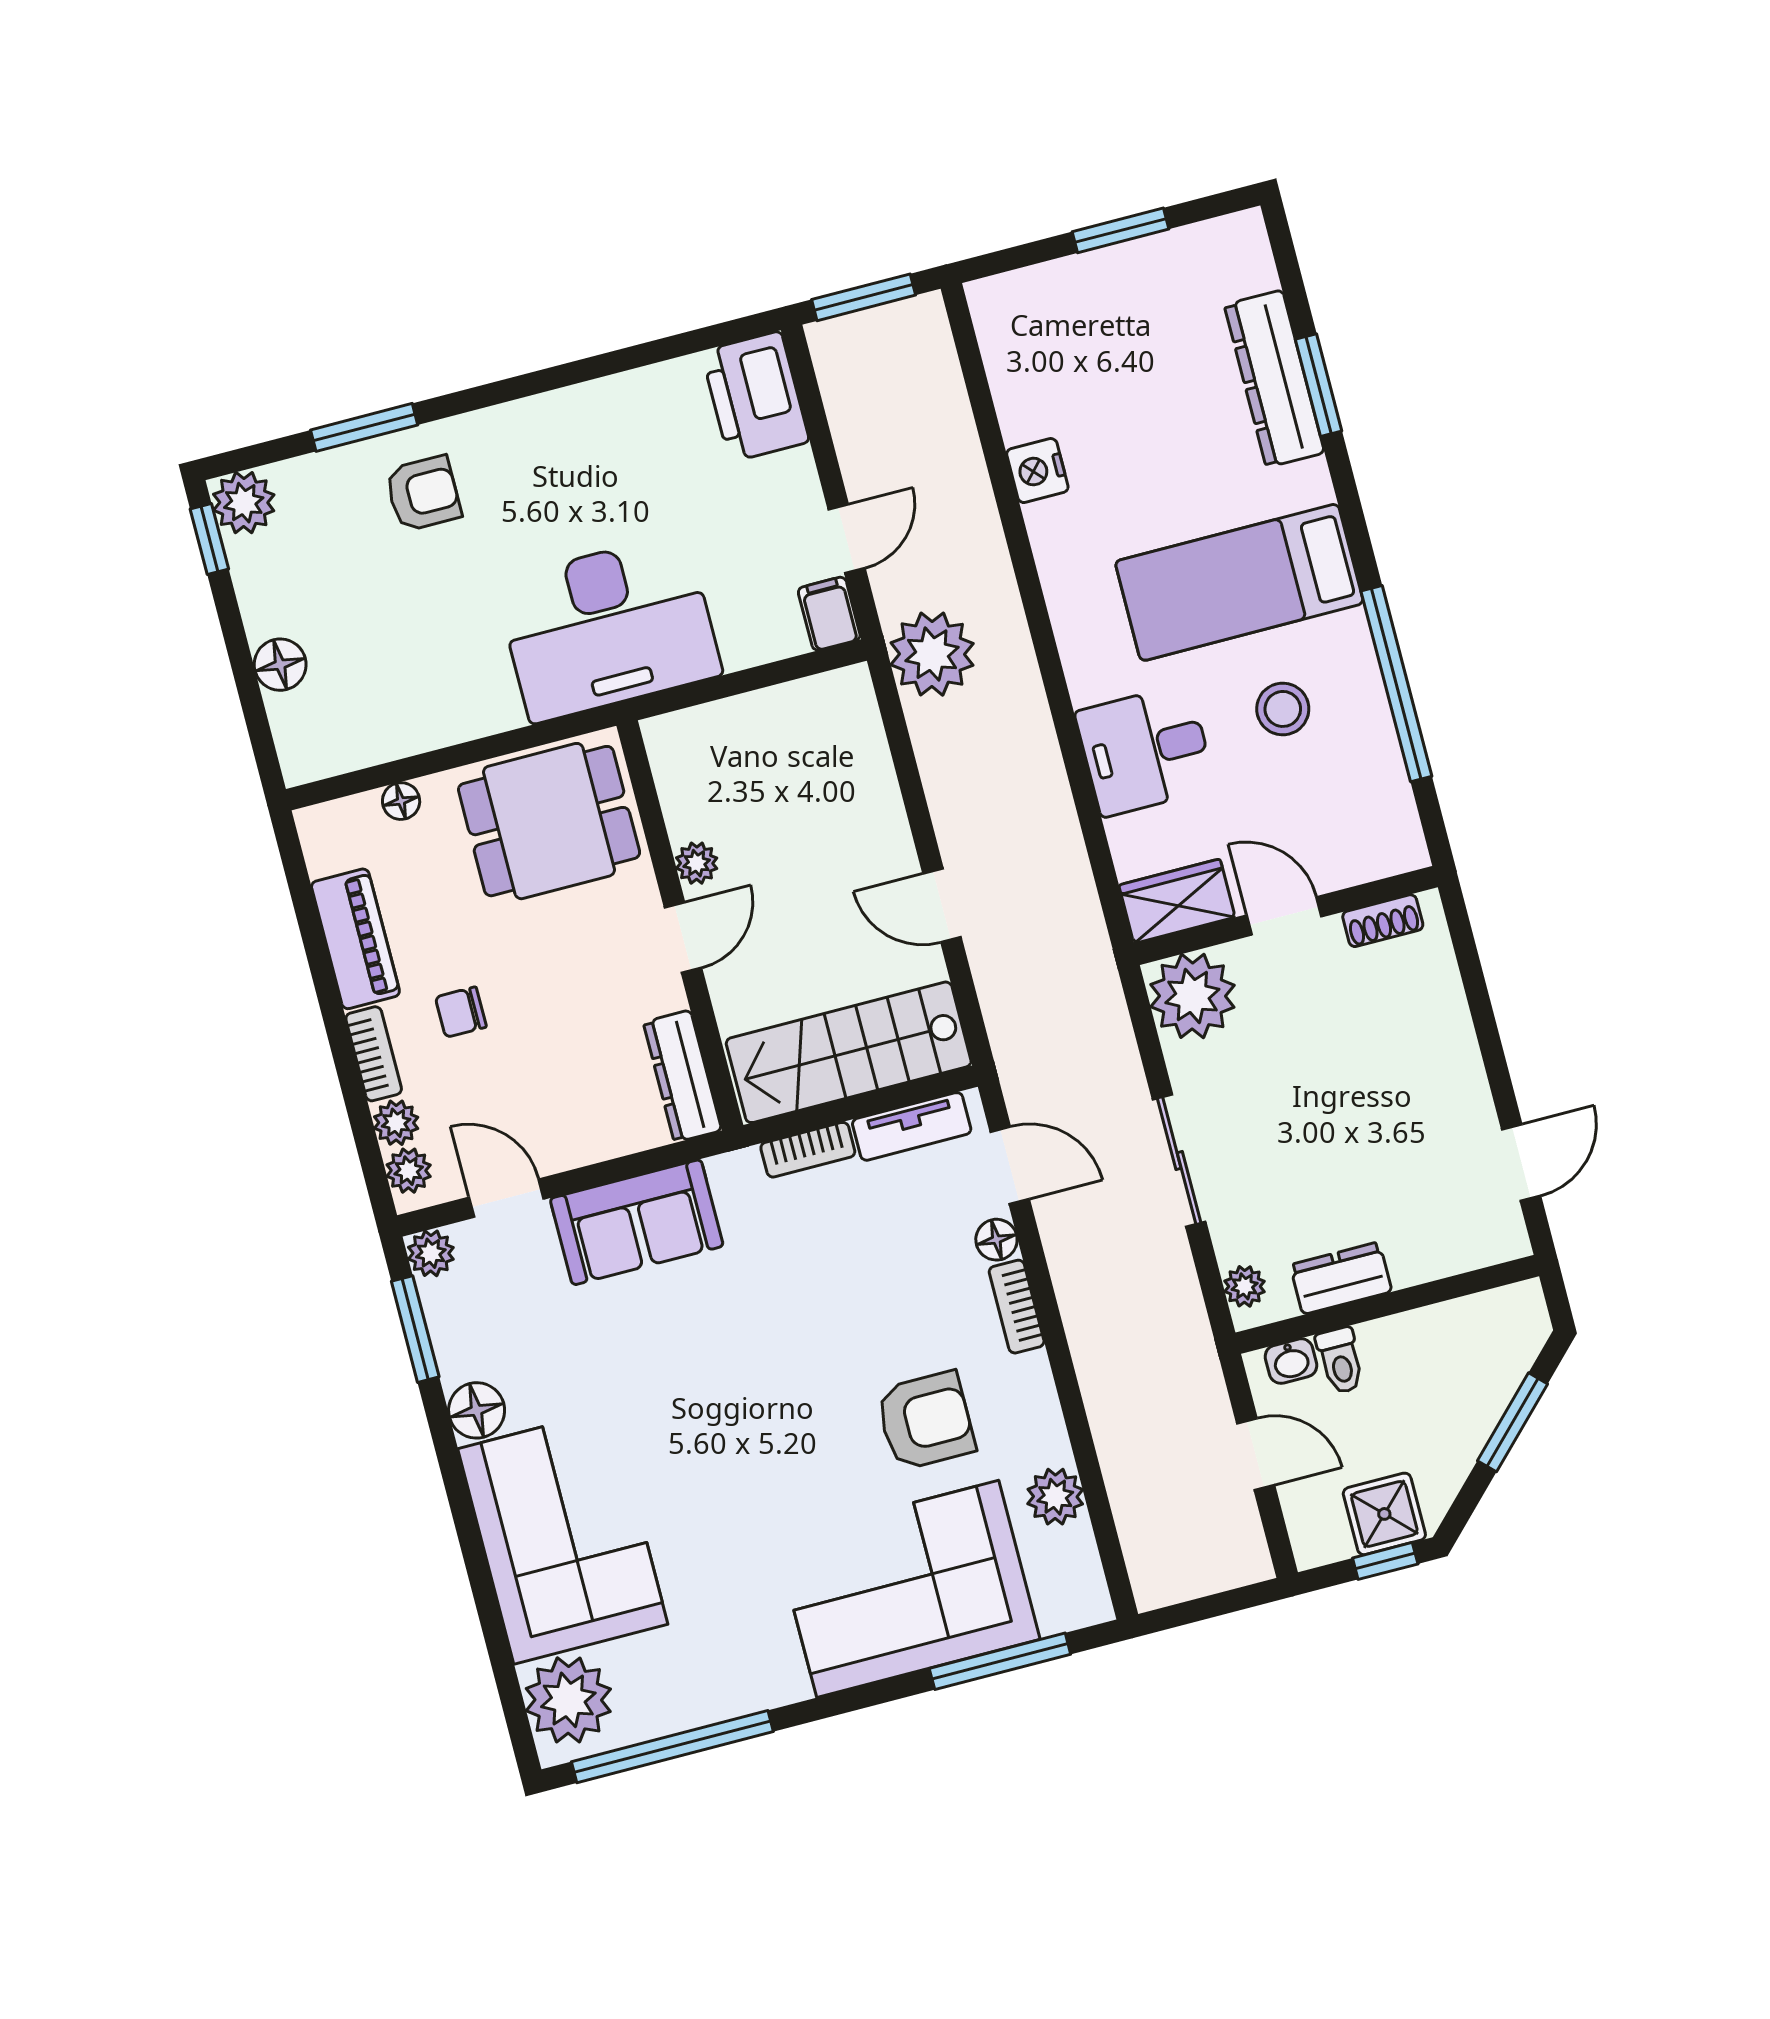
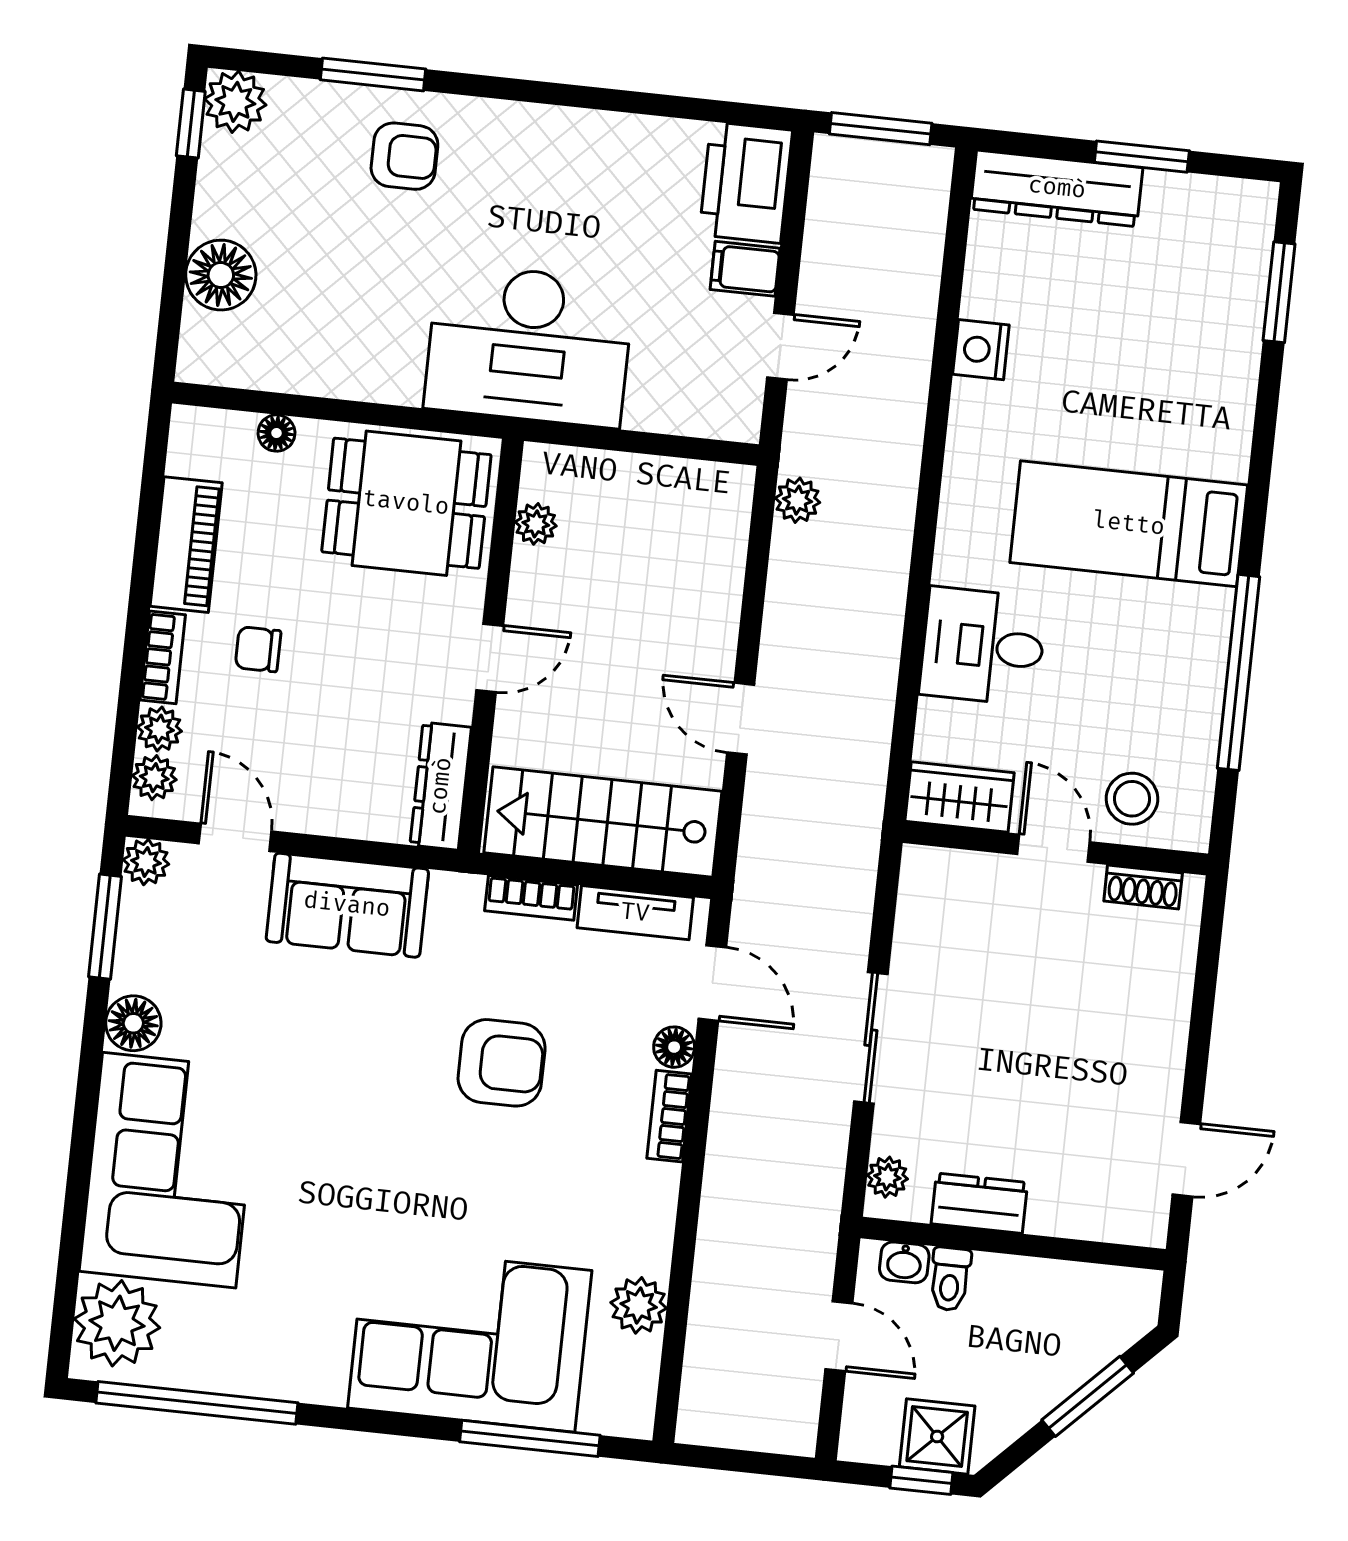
dresser: (1274, 379) -> (1057, 188), moved, turned -90
window: (1319, 385) -> (1279, 292), moved
filing cabinet: (829, 614) -> (745, 269), moved, turned -90
plant: (932, 654) -> (798, 500), width x0.53, depth x0.53
floor lamp: (280, 665) -> (221, 275), width x1.38, depth x1.38
stool: (1283, 709) -> (1132, 799), moved
plant: (697, 863) -> (536, 524), moved
plant: (1192, 996) -> (941, 890), removed
armchair: (926, 1421) -> (502, 1063), moved

